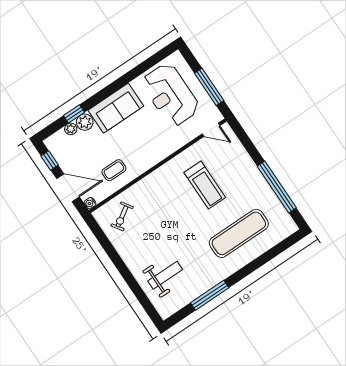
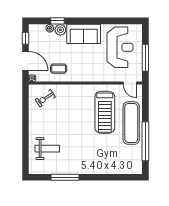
reception desk: (170, 95) -> (120, 47), turned 180
treadmill: (205, 185) -> (105, 112), width x1.37, depth x1.38
exercise mat: (239, 233) -> (131, 123), moved, turned 90

